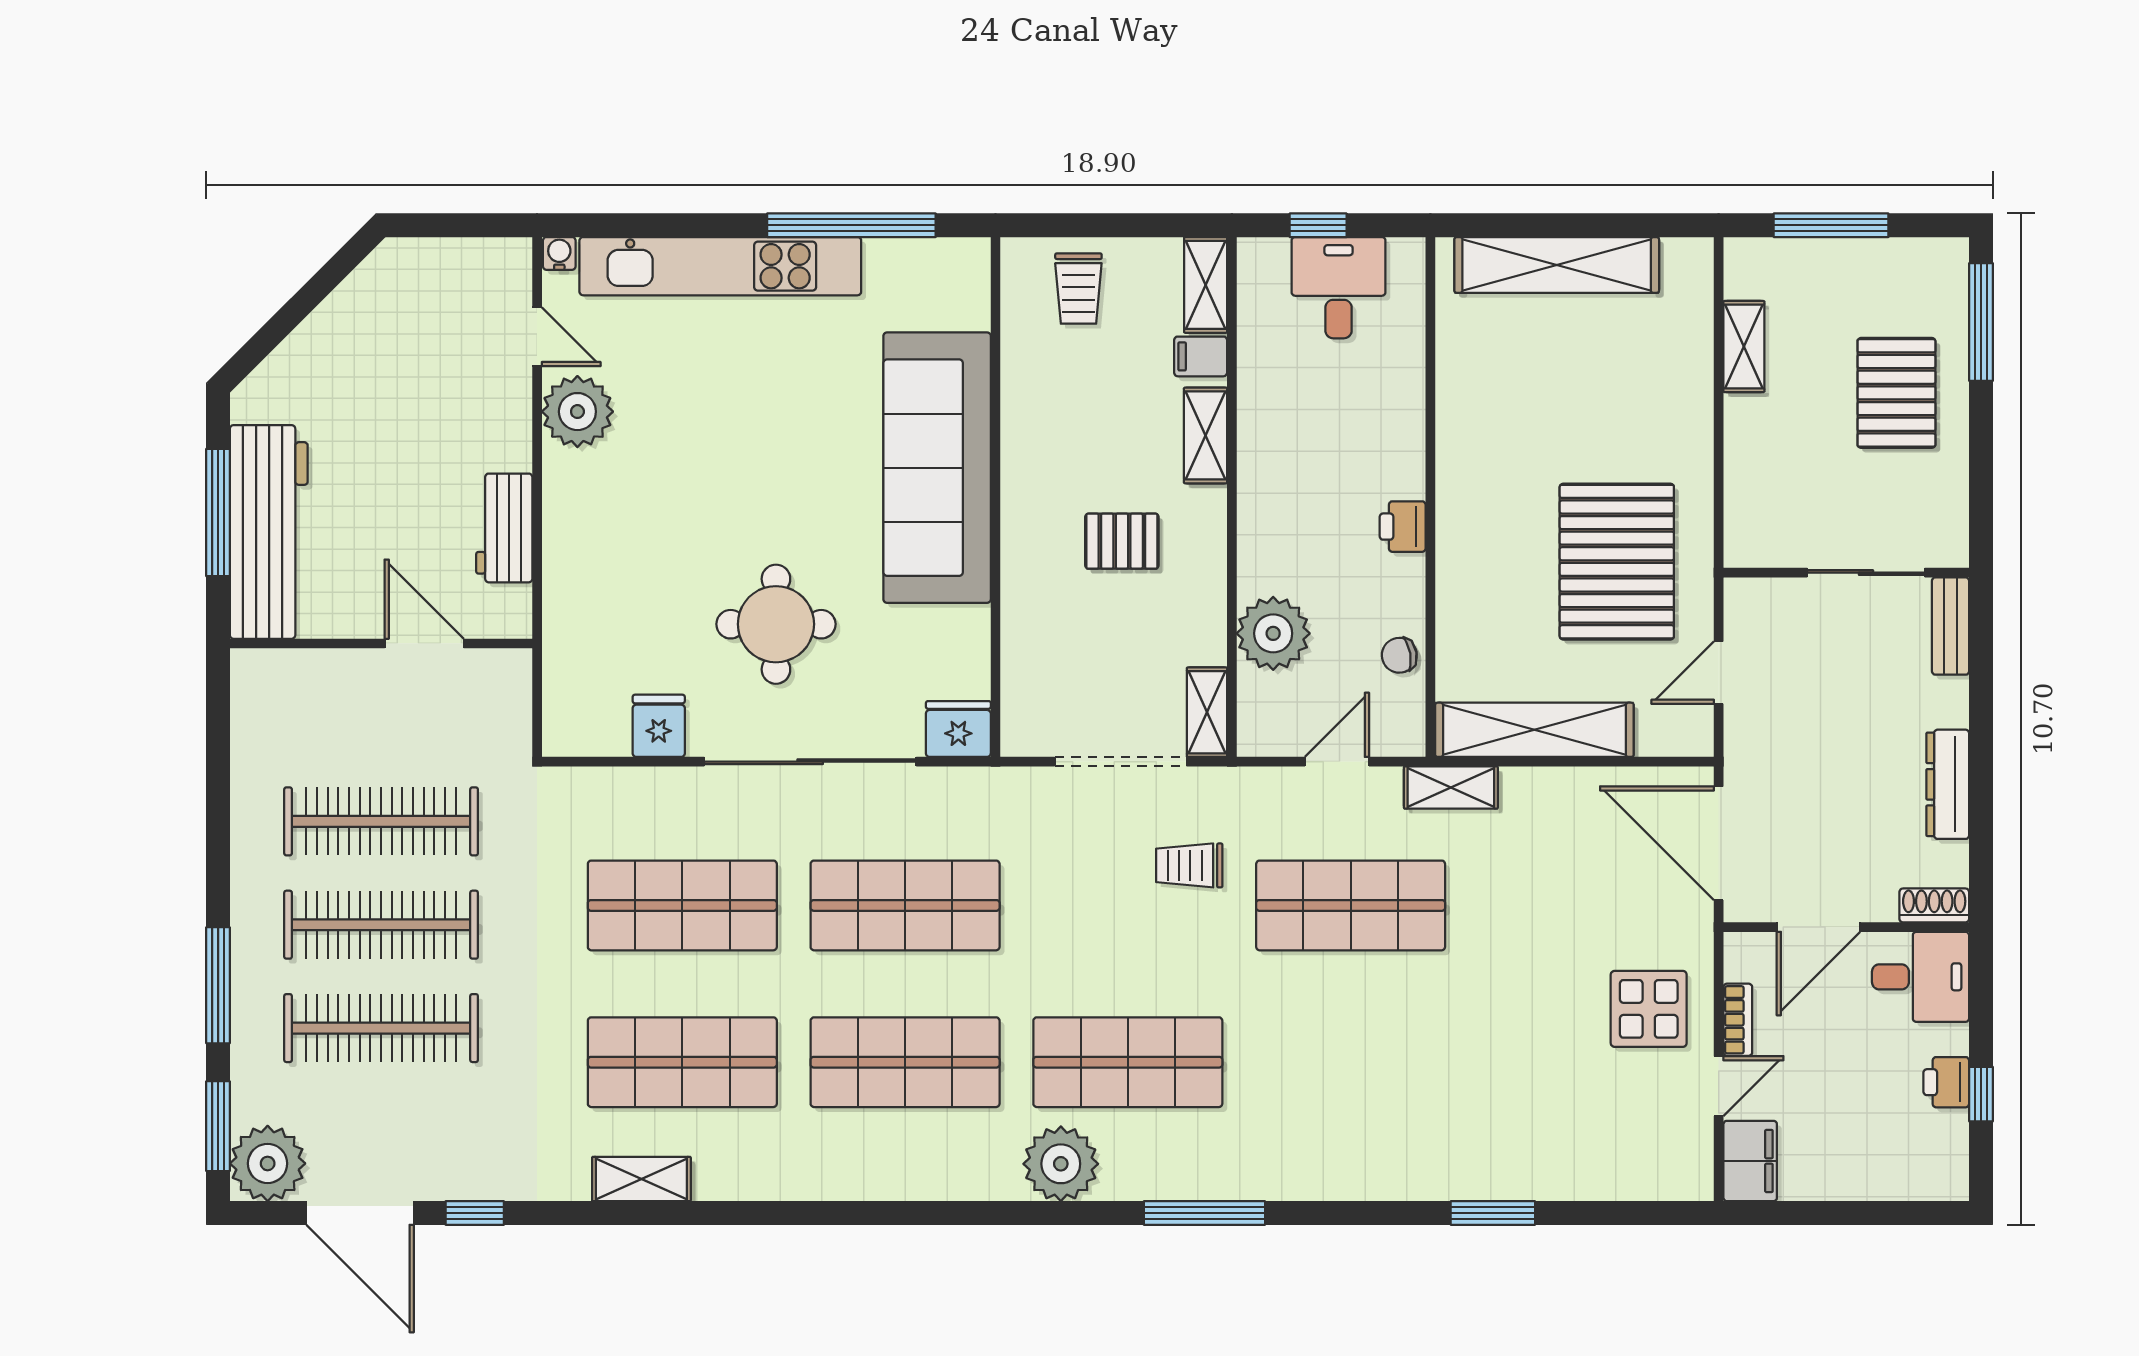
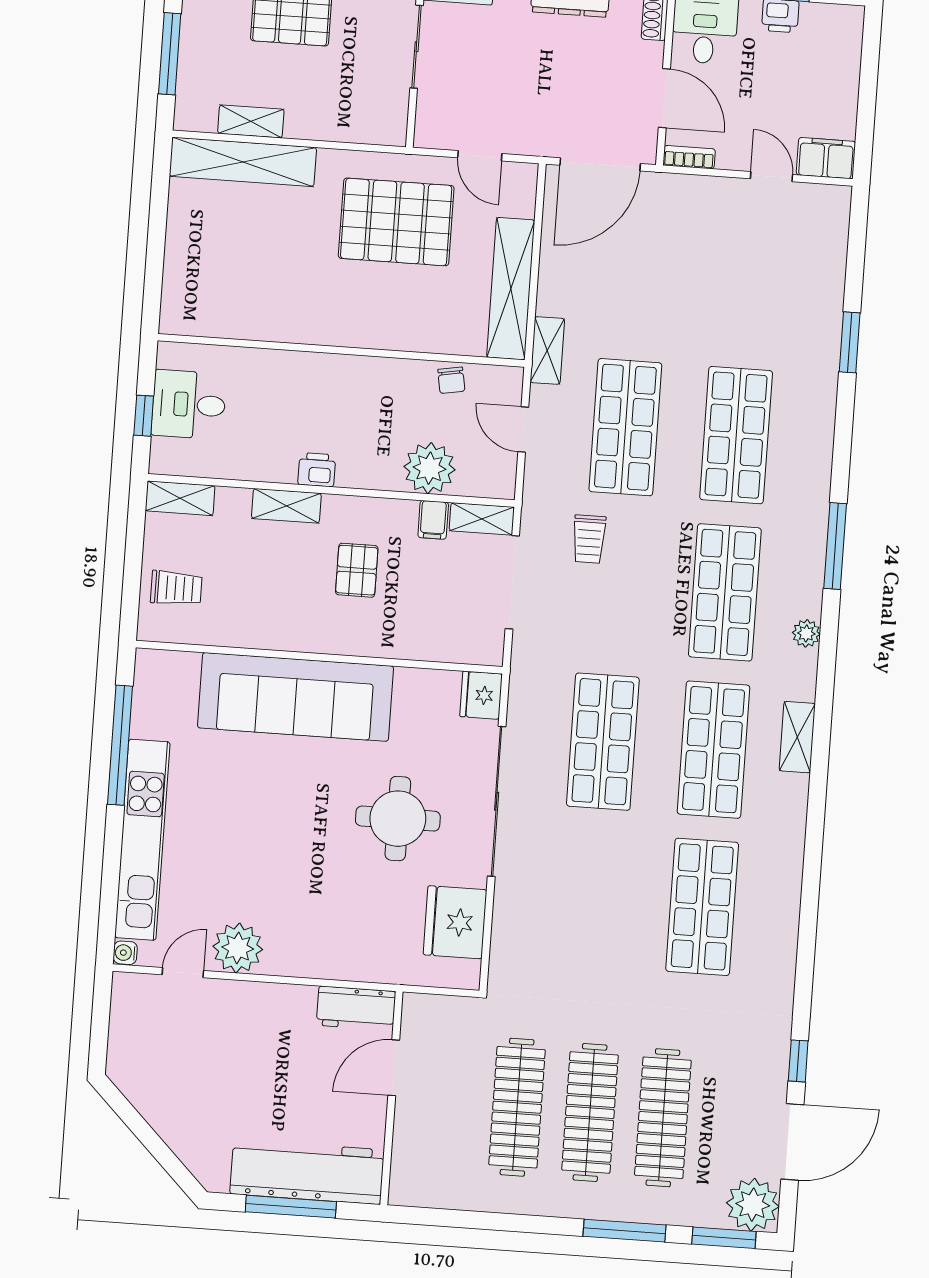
shelving: (1557, 265) -> (243, 162), moved, turned 90
filing cabinet: (1201, 356) -> (433, 520), moved
printer: (1403, 527) -> (317, 470), moved, turned 180
workbench: (504, 528) -> (356, 1008), moved
fridge: (659, 726) -> (455, 922), width x1.88, depth x1.34
shop shelf: (682, 905) -> (736, 435), moved
display table: (1649, 1009) -> (713, 222), removed
bookcase: (1738, 1020) -> (689, 157), moved
plant: (1061, 1164) -> (806, 633), width x0.53, depth x0.53
shelving: (641, 1179) -> (797, 737), moved

